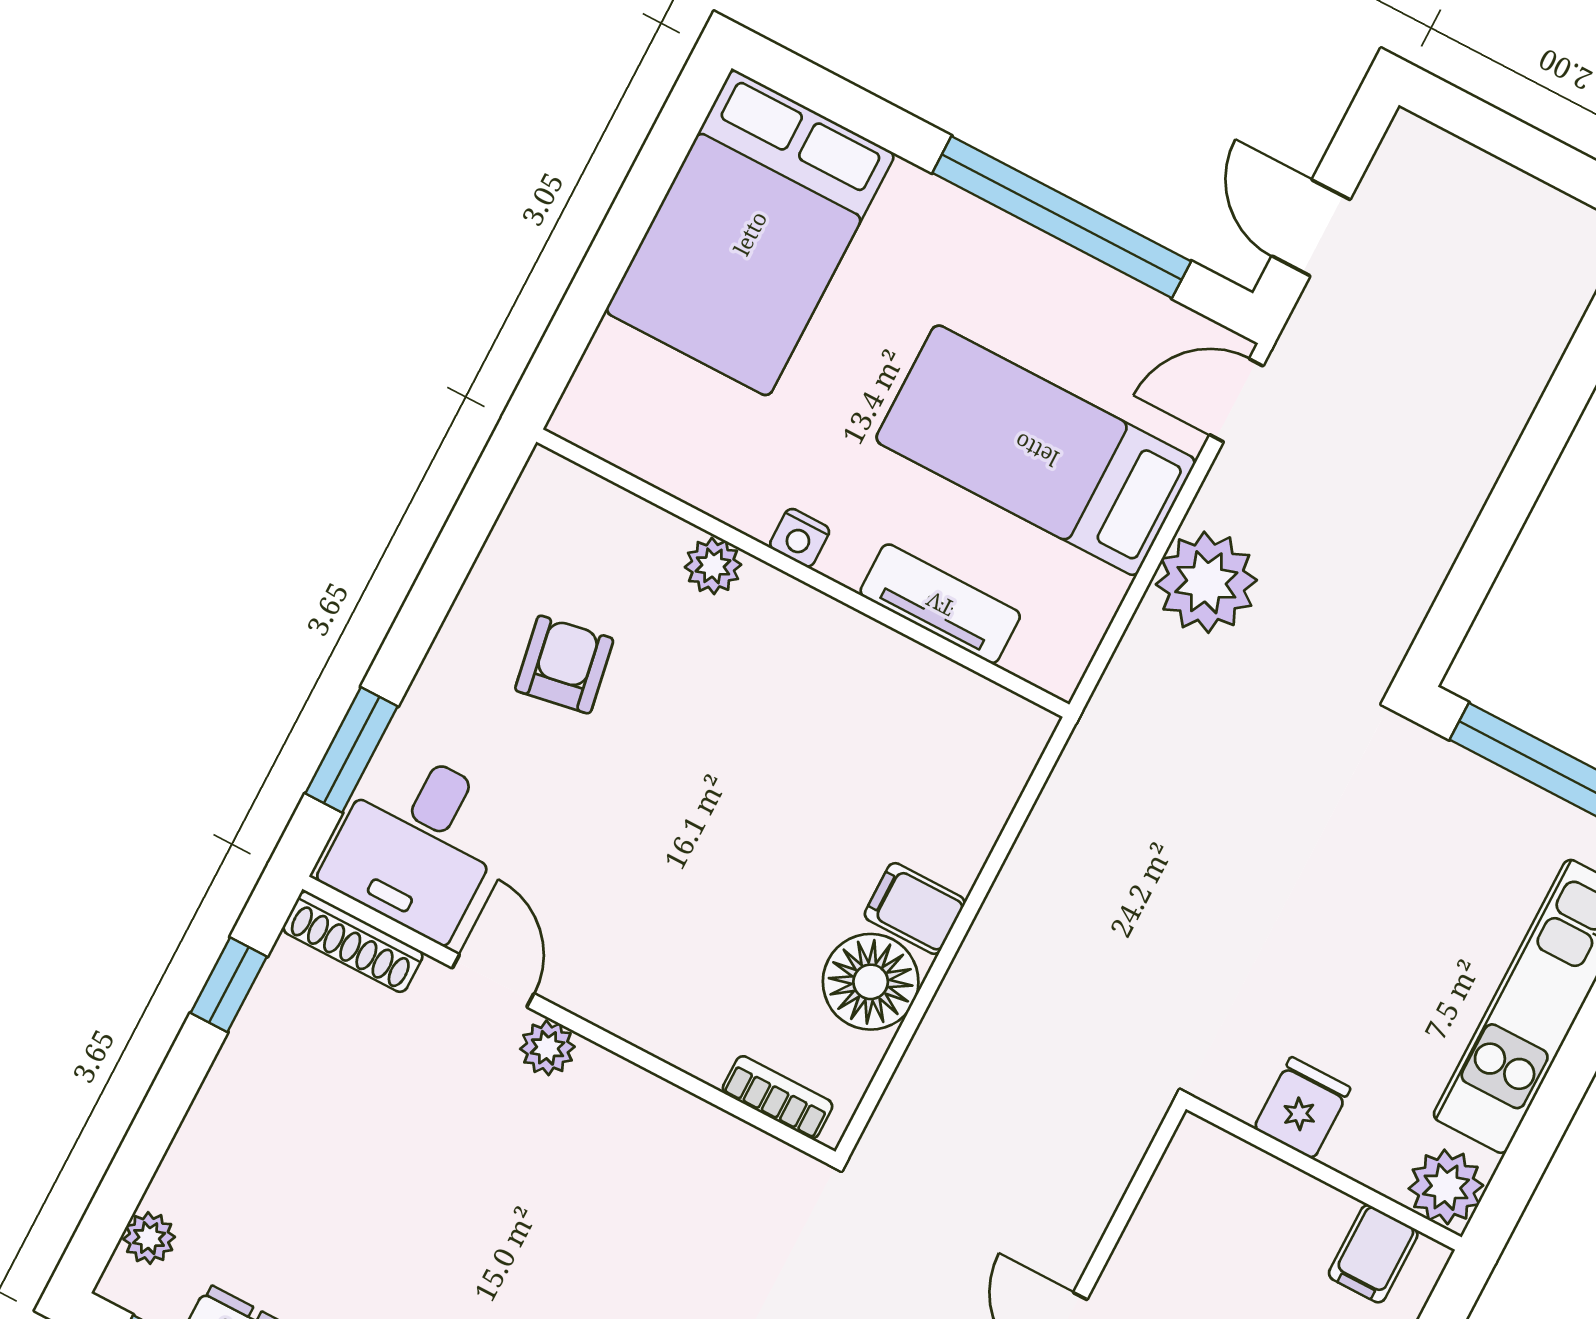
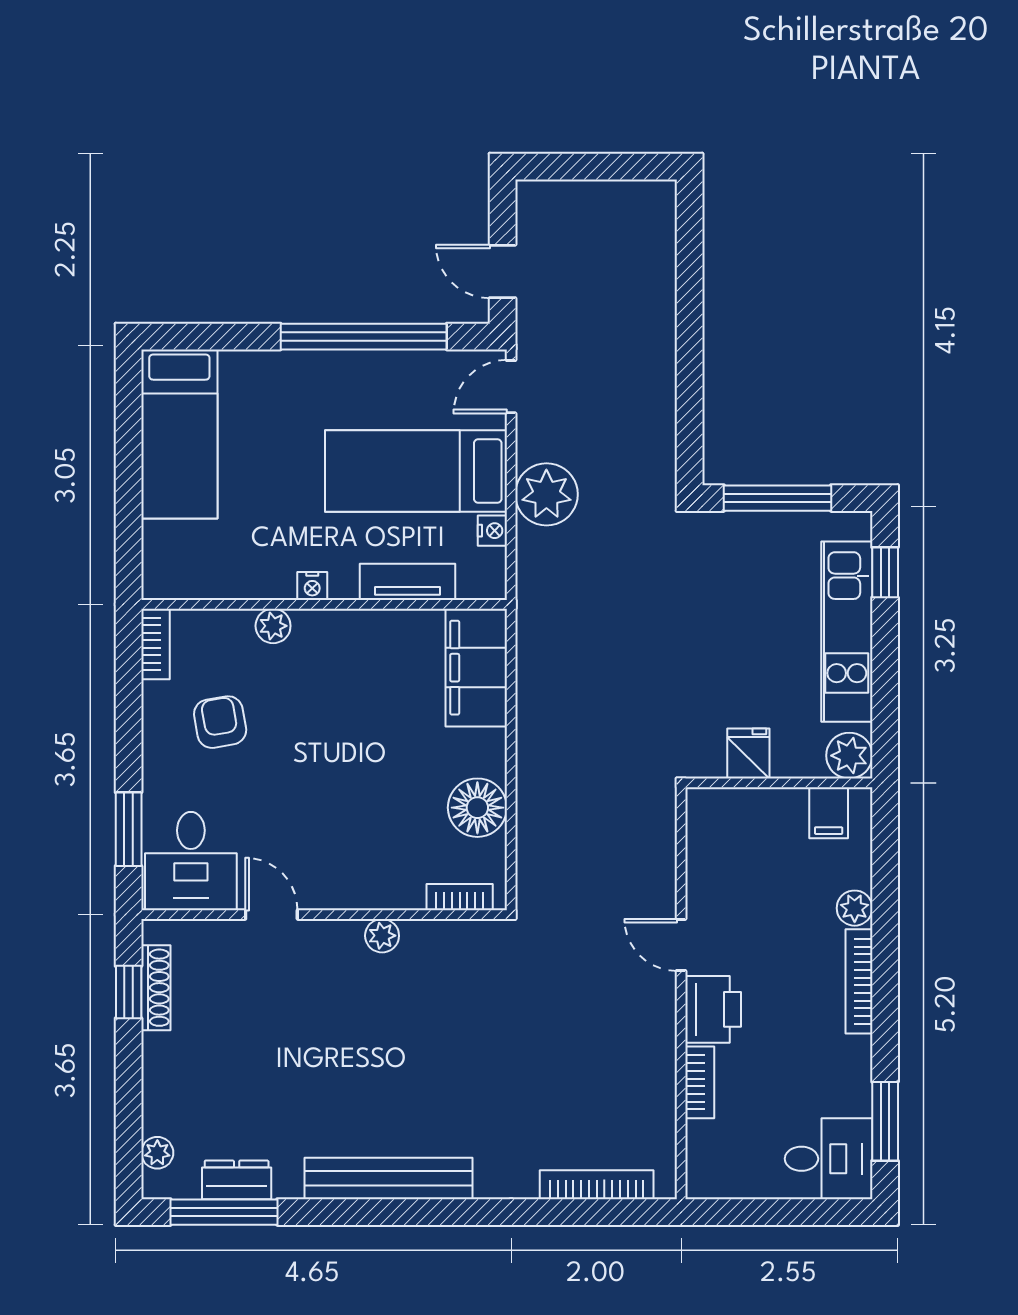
bed: (750, 233) -> (179, 434), width x0.67
bookcase: (530, 503) -> (155, 644), added
nightstand: (1101, 594) -> (492, 531), added
filing cabinet: (915, 909) -> (476, 668), moved, width x3.00, depth x1.17
shoe rack: (353, 942) -> (156, 988), moved, turned -90
plant: (547, 1048) -> (382, 936), moved

